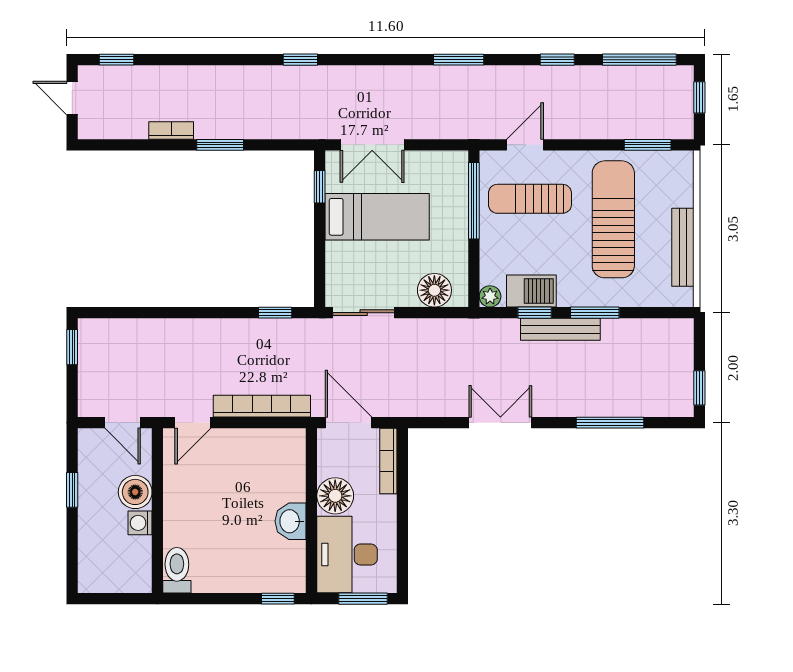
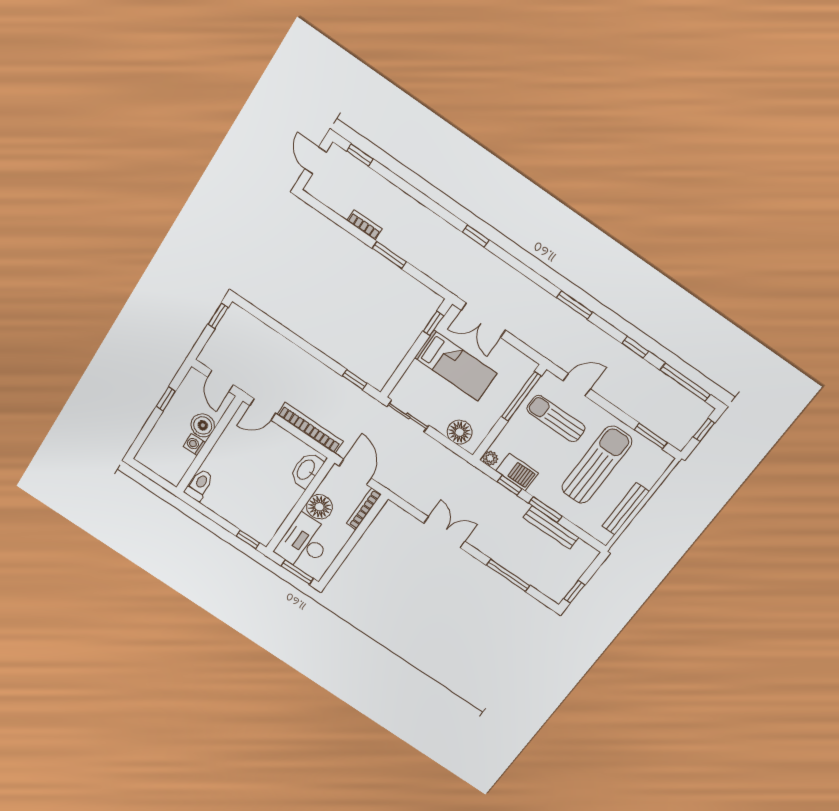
bench: (560, 329) -> (551, 527), moved
washbasin: (291, 521) -> (306, 470), moved, width x1.38

